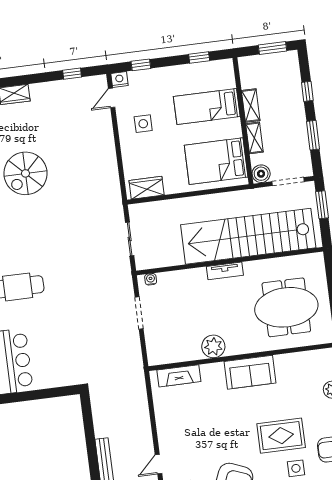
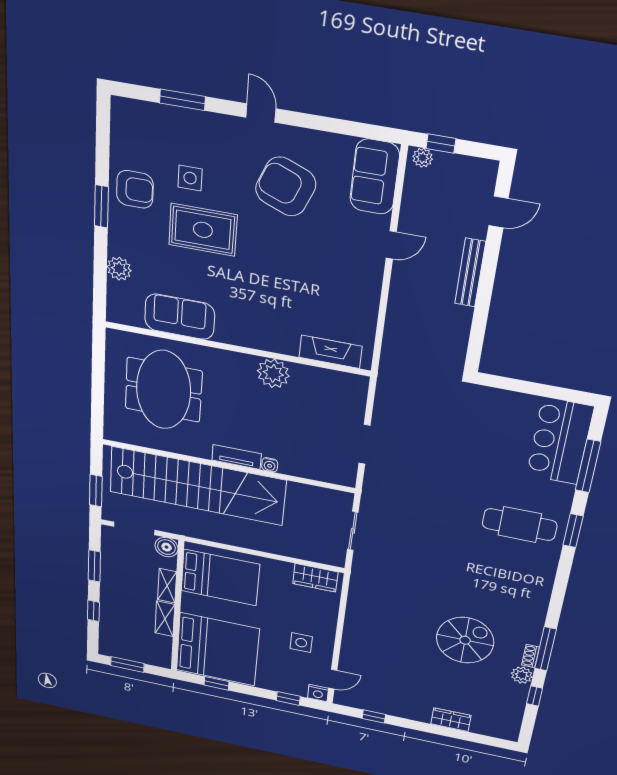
bed: (207, 106) -> (218, 649), width x2.04
water cooler: (151, 279) -> (270, 465), moved
meeting table: (286, 307) -> (164, 390), turned 90
sofa: (250, 372) -> (180, 317), moved

